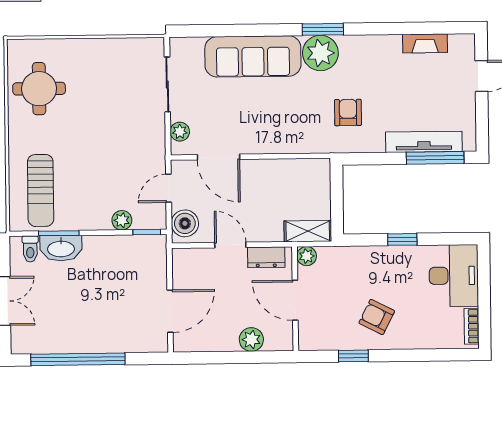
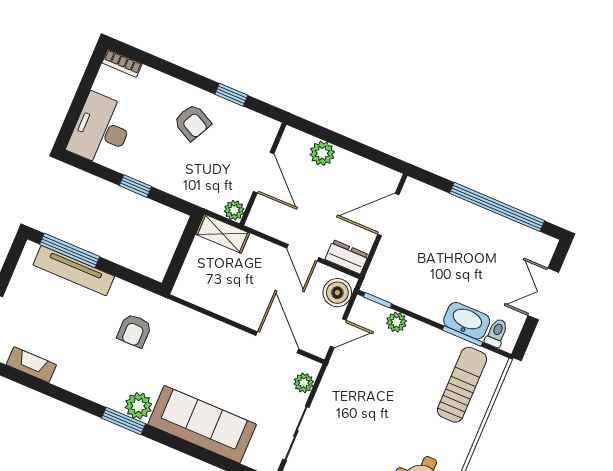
plant: (320, 53) -> (138, 406), width x0.73, depth x0.73
dresser: (266, 257) -> (347, 257), moved
bookcase: (472, 326) -> (122, 63), moved, turned 90

